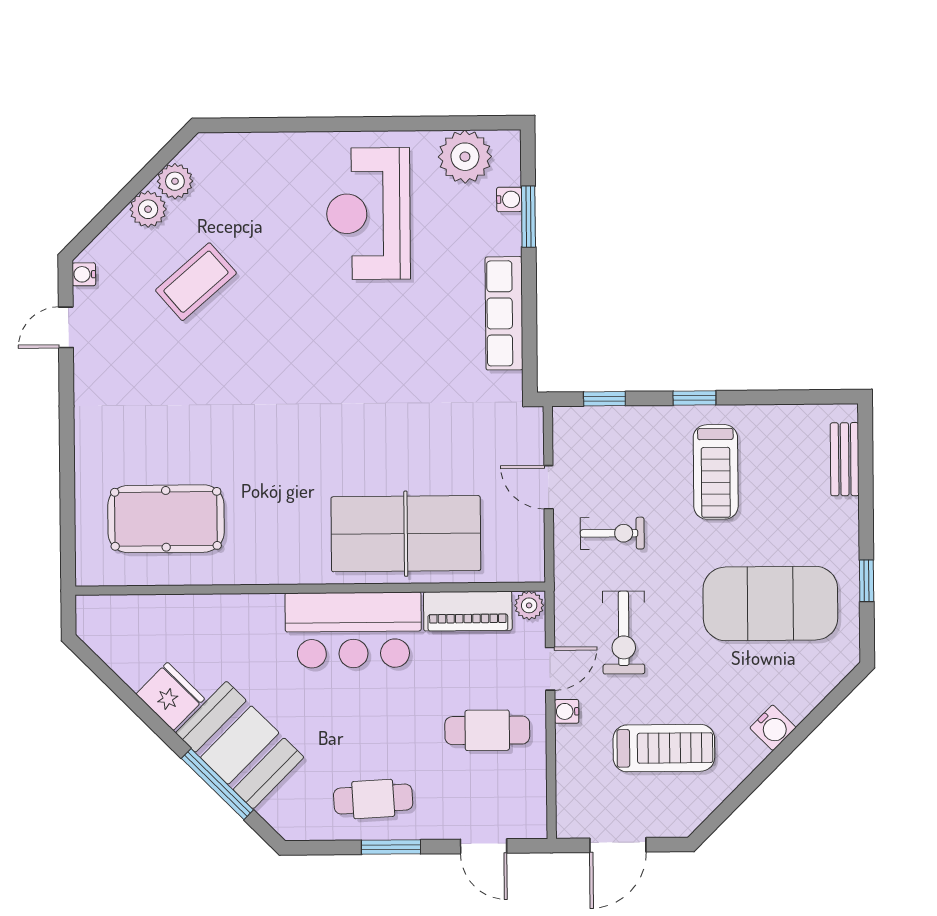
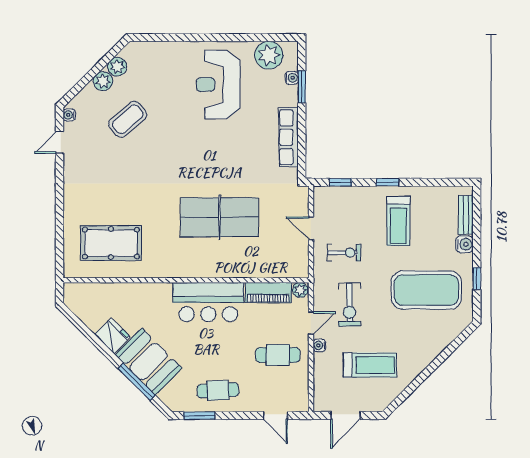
table tennis table: (406, 534) -> (219, 217), moved
water cooler: (773, 728) -> (464, 244), moved, turned -45
window: (391, 847) -> (199, 416), moved

